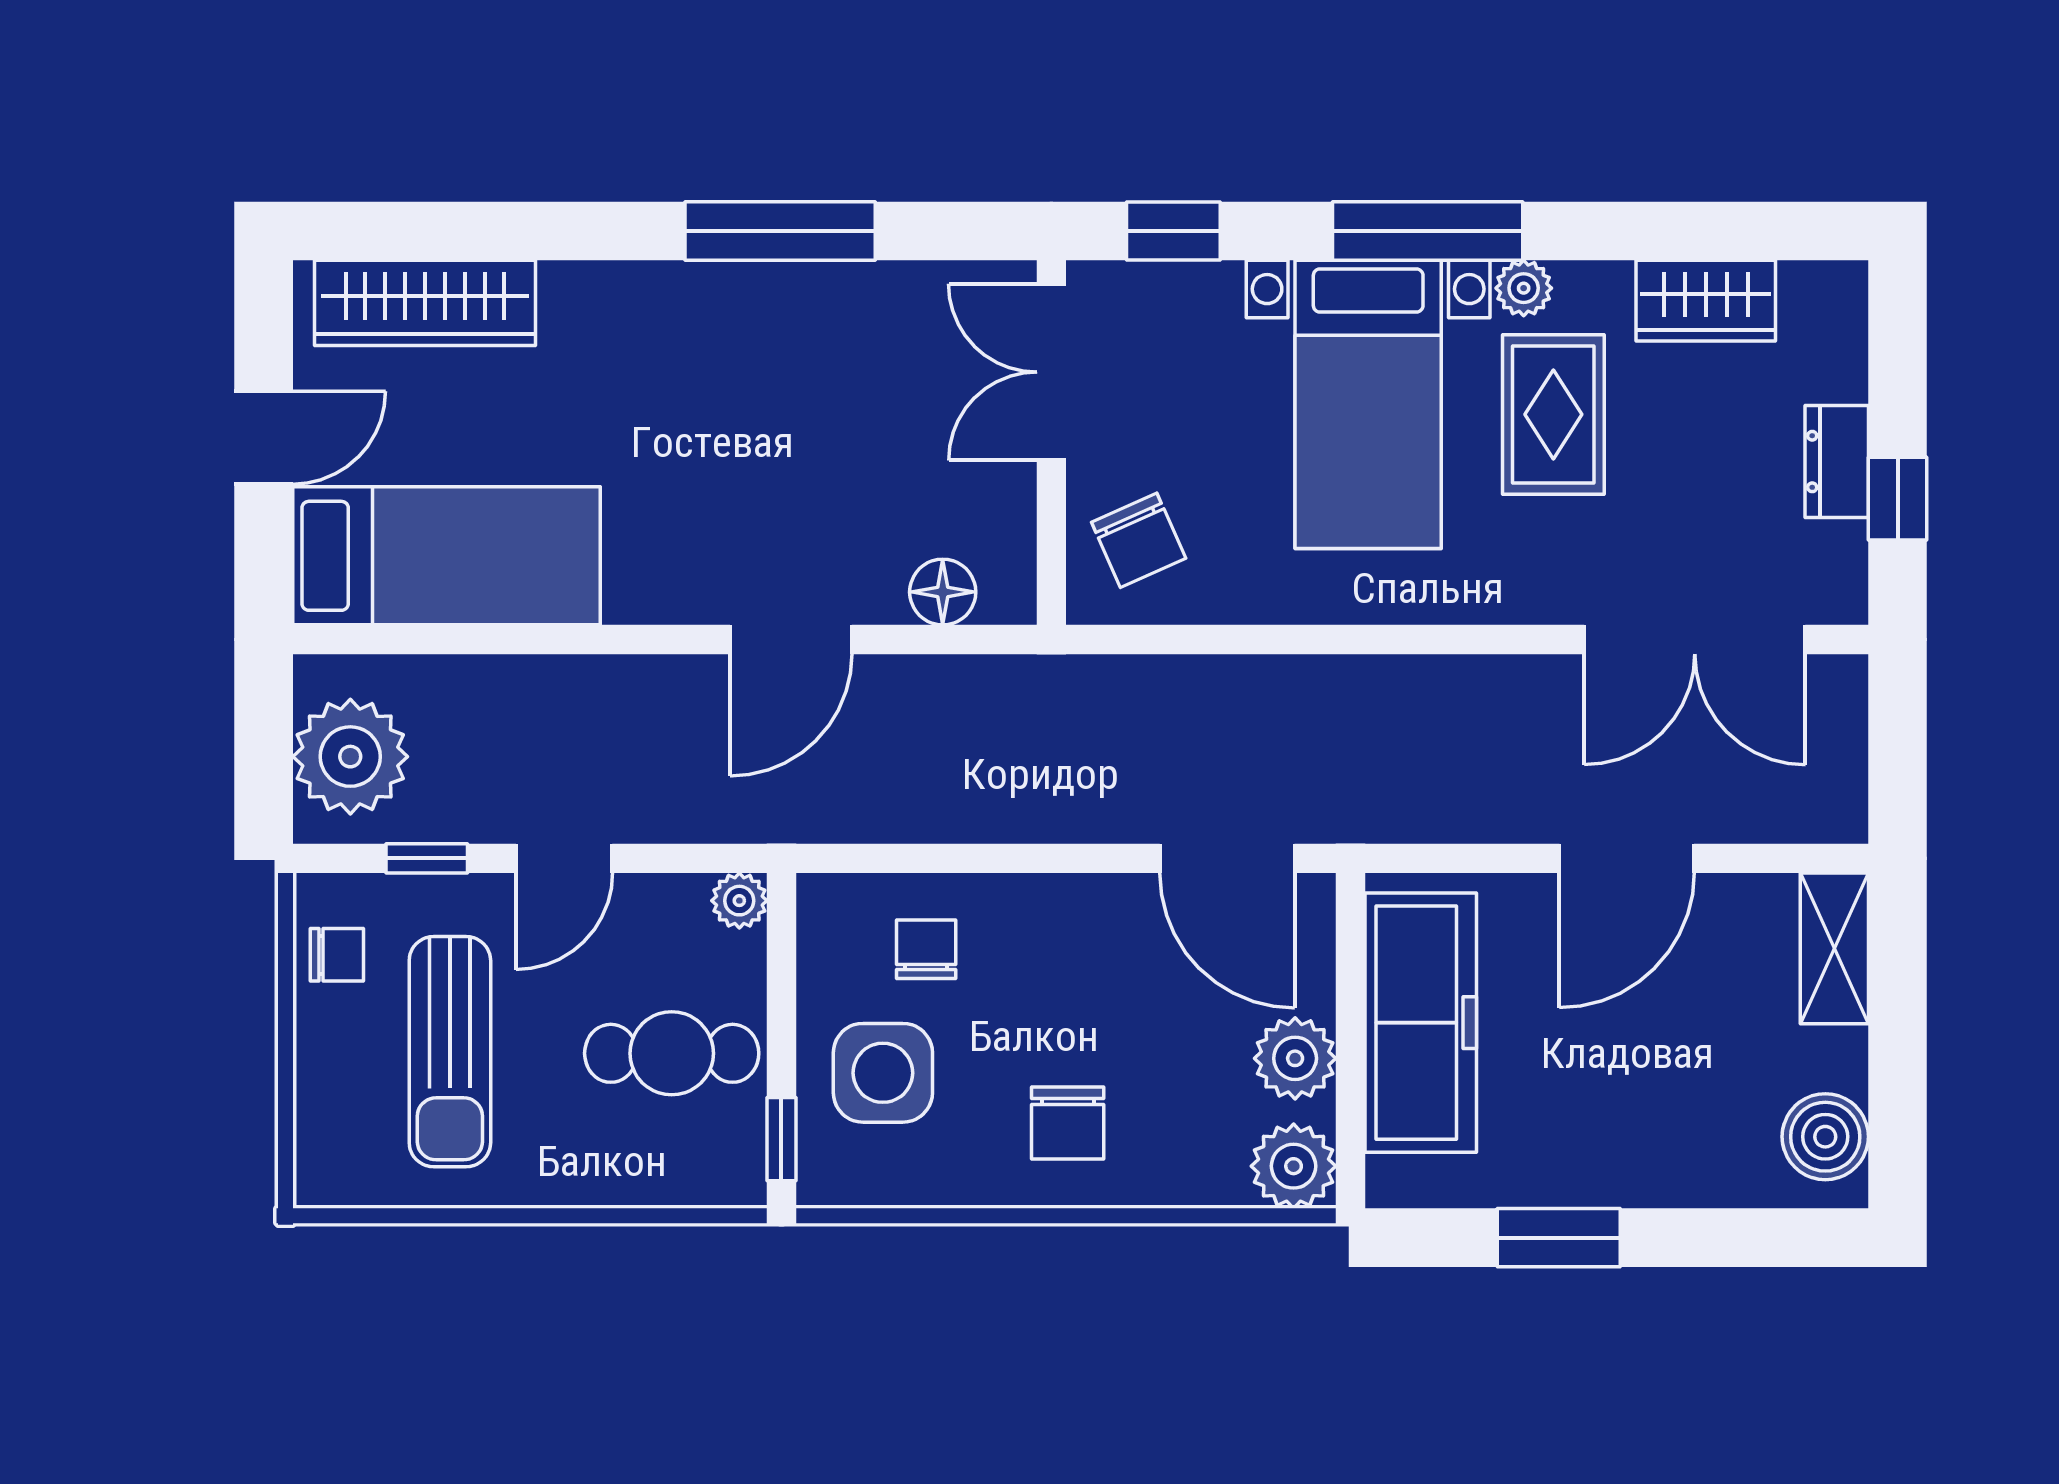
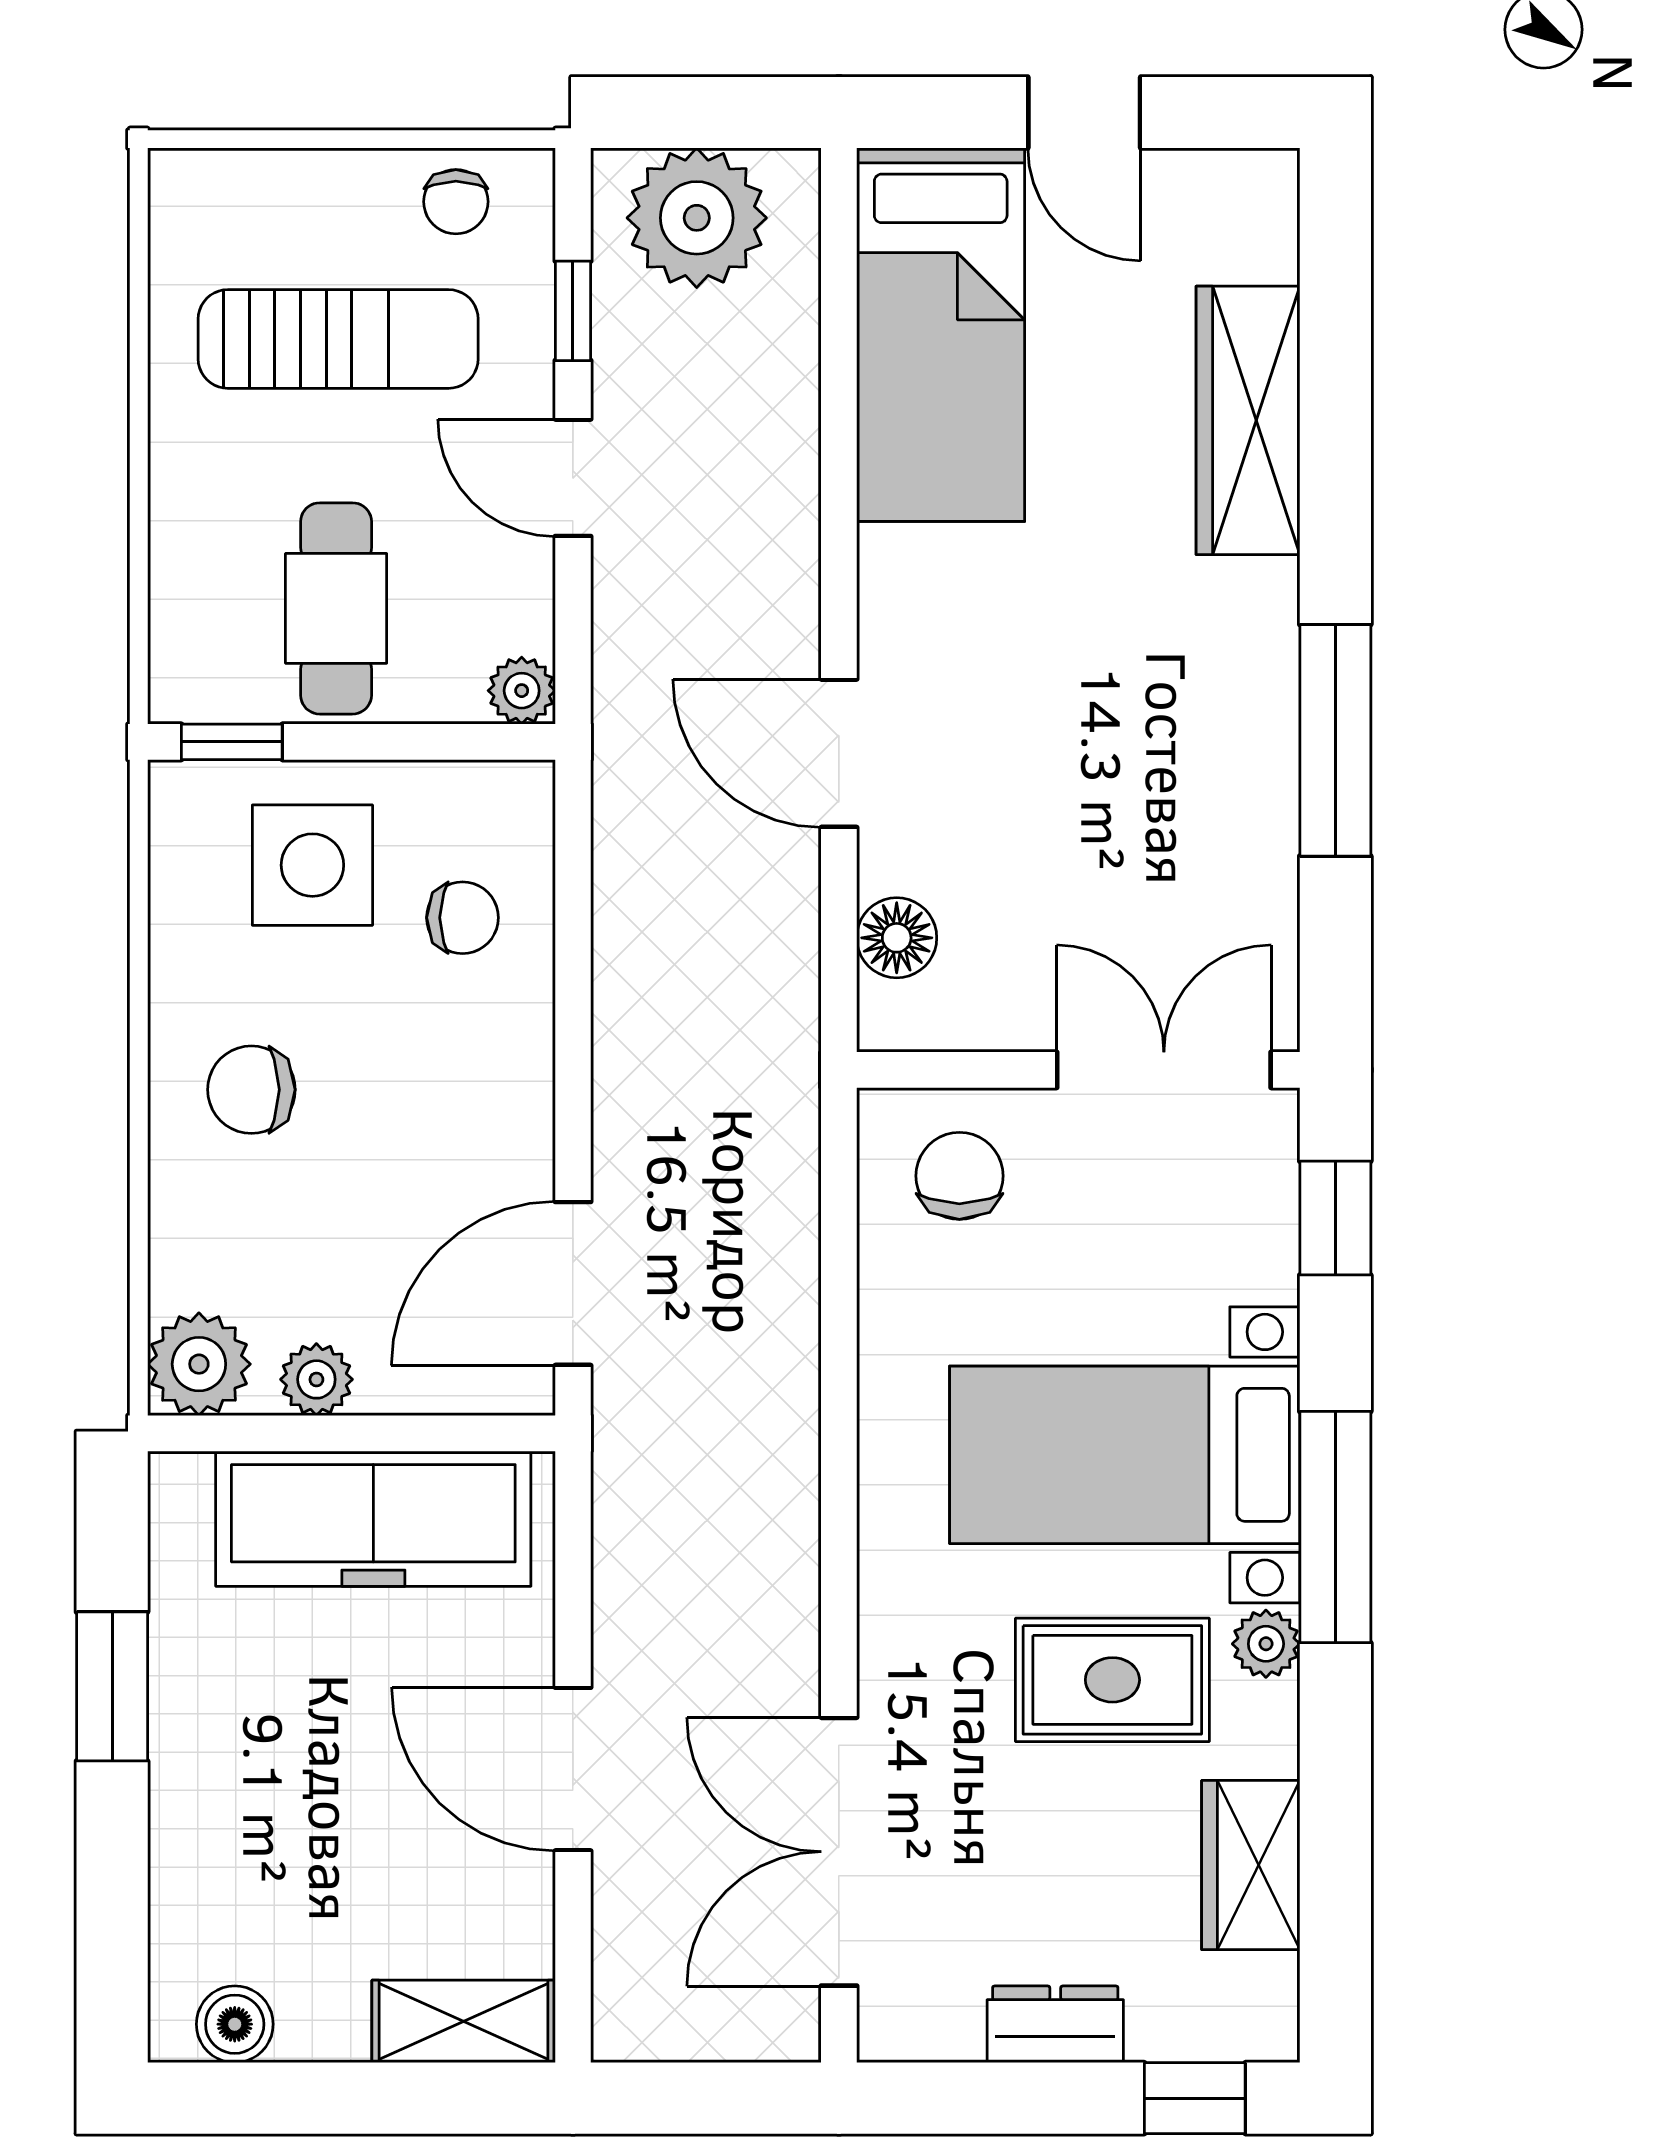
wardrobe: (425, 303) -> (1248, 420), moved
window: (1898, 499) -> (1195, 2098), moved
chair: (1139, 540) -> (959, 1176), turned 114
sun lounger: (450, 1052) -> (338, 339), turned 180
plant: (1295, 1058) -> (316, 1379), width x0.73, depth x0.73
boiler: (1825, 1137) -> (235, 2024), width x0.73, depth x0.73

